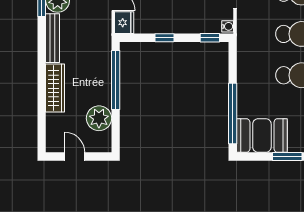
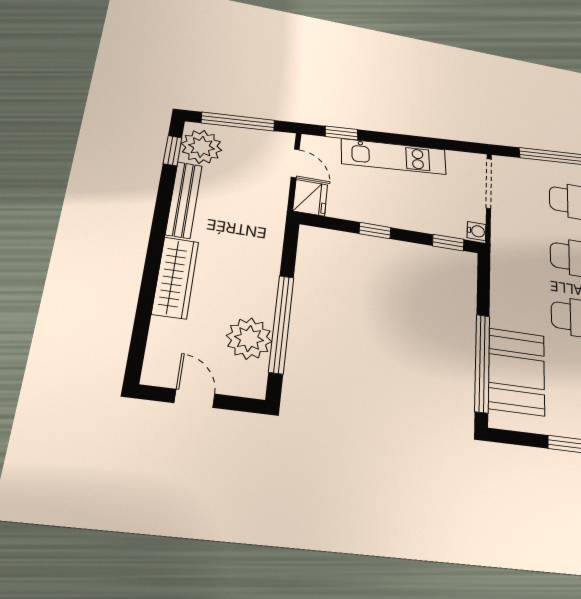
window: (116, 80) -> (281, 324), moved
booth: (262, 136) -> (517, 372), moved, turned 90

